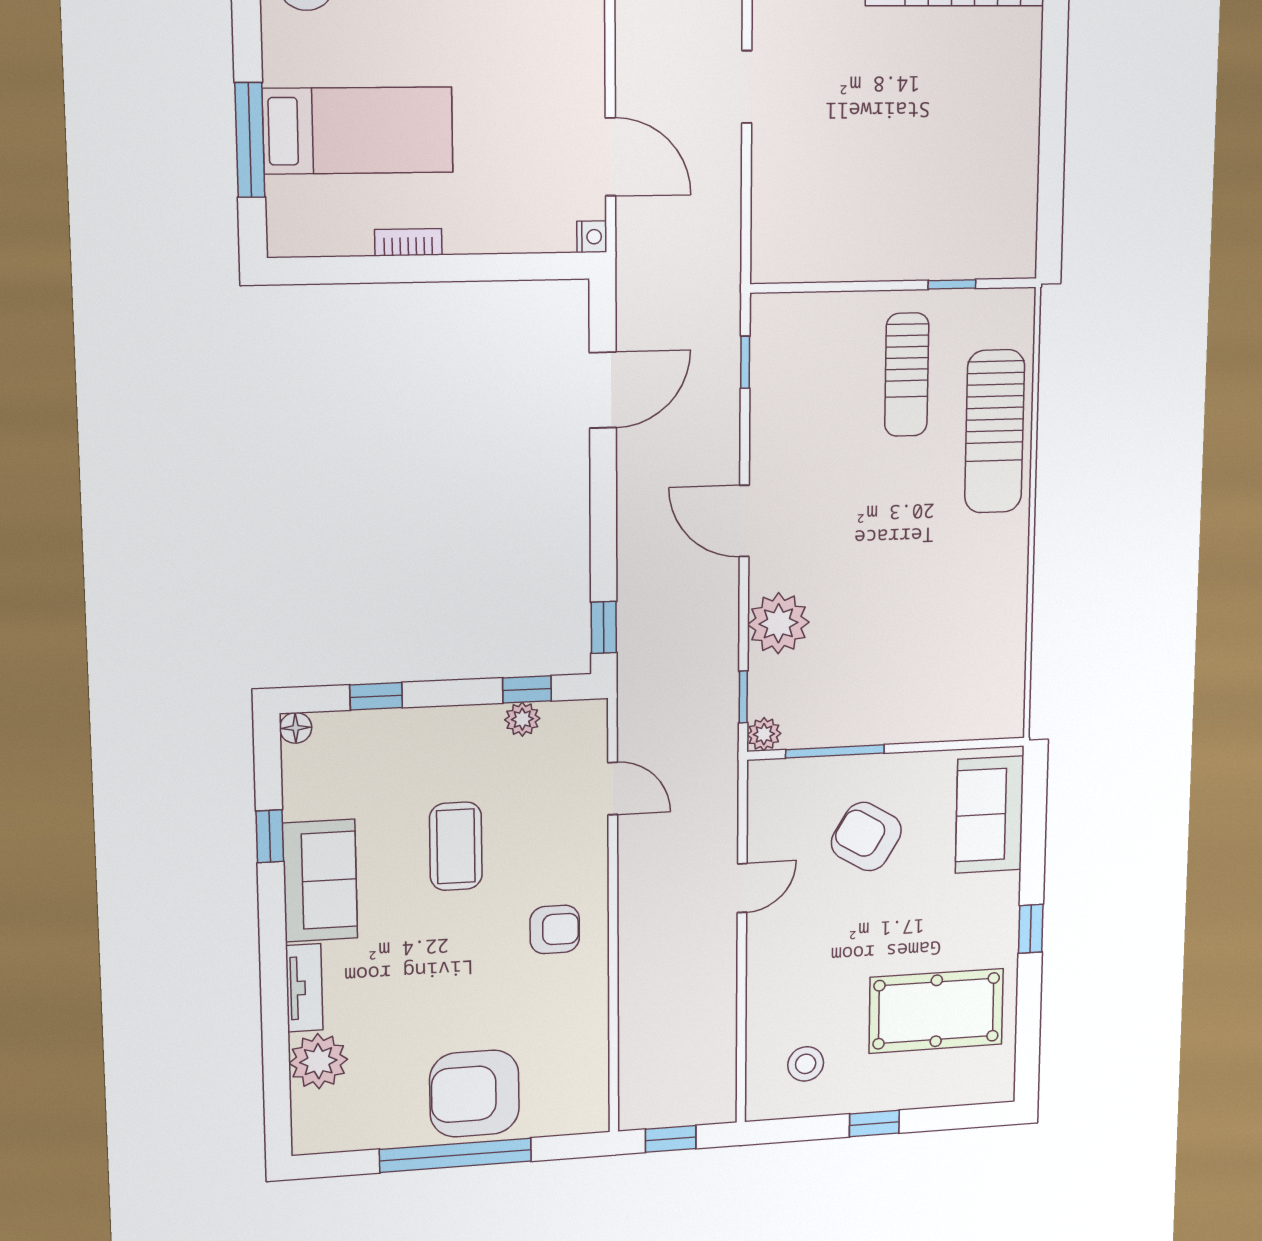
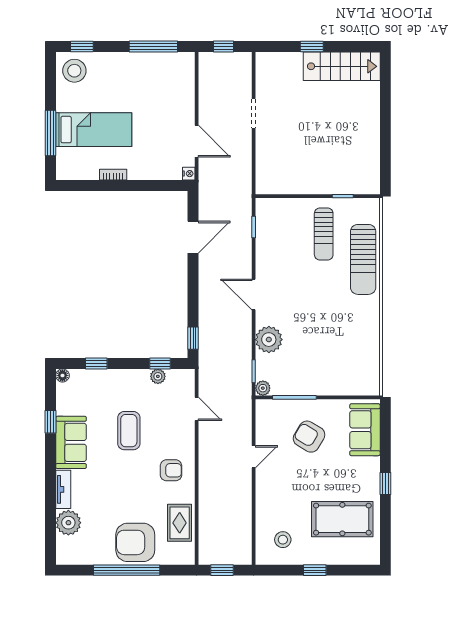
rug: (575, 1044) -> (180, 523), added

